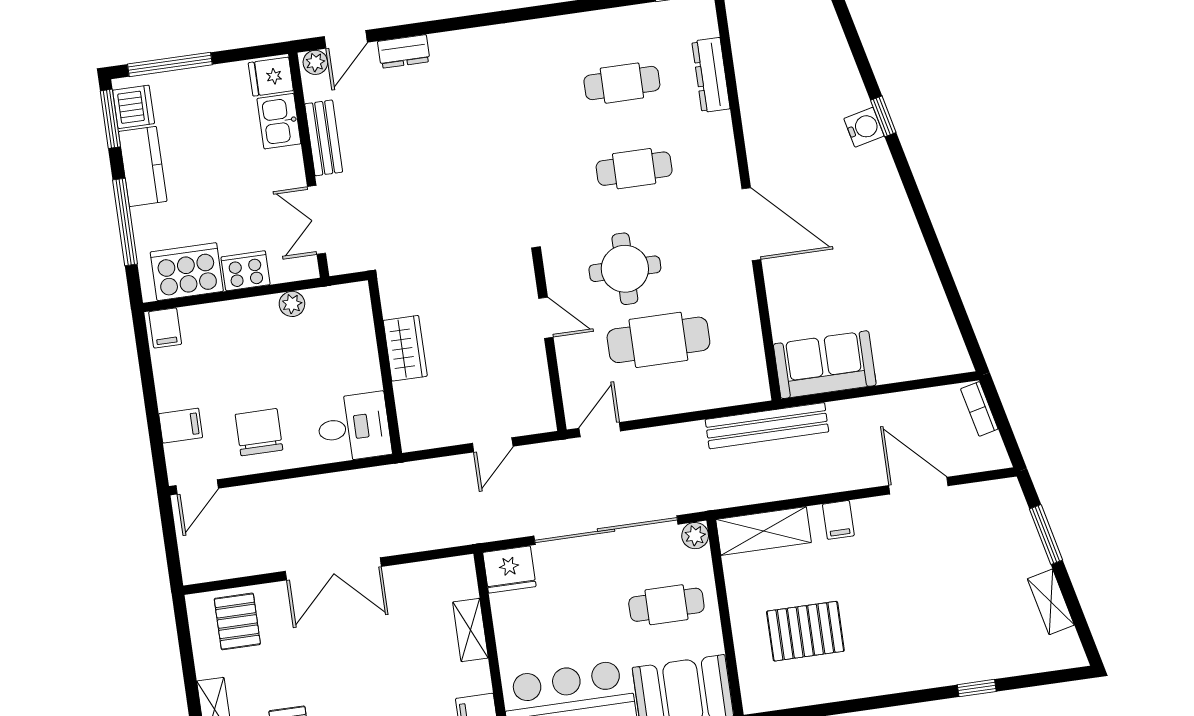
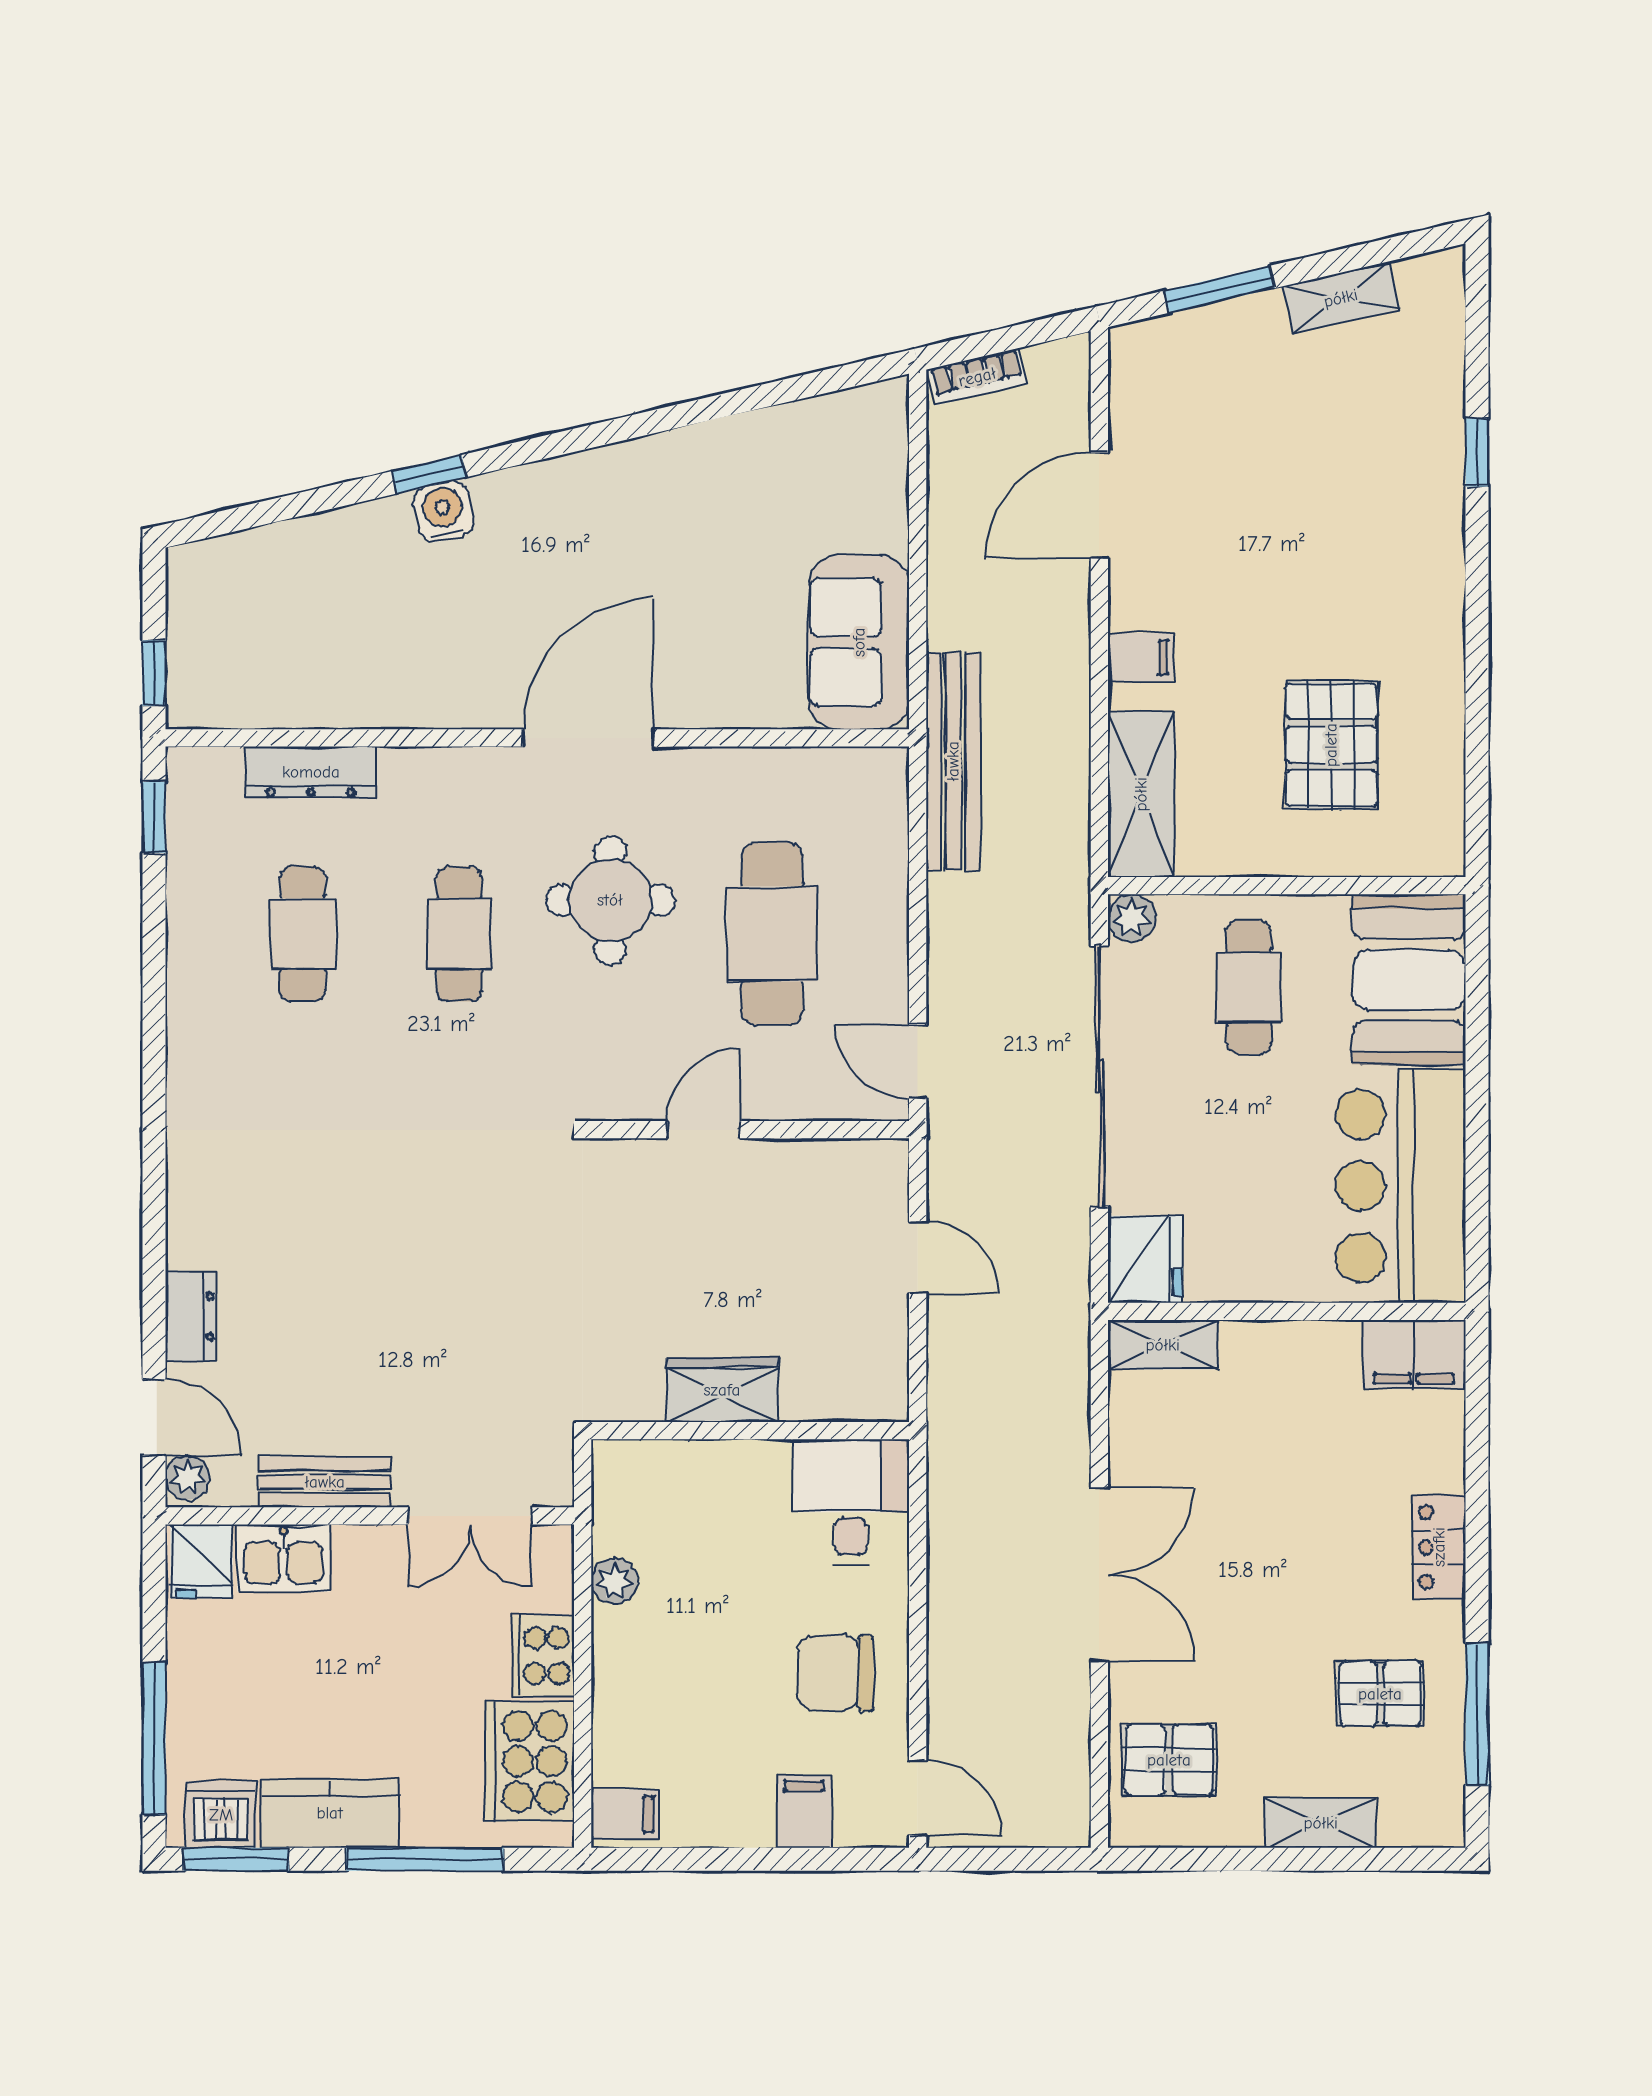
round table: (625, 269) -> (610, 900), moved
shelving: (470, 630) -> (1163, 1345), moved

